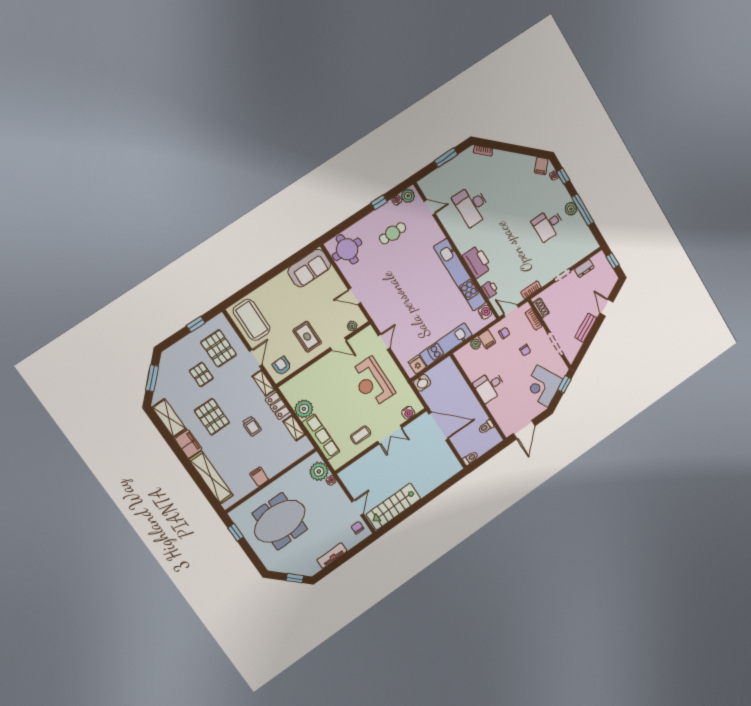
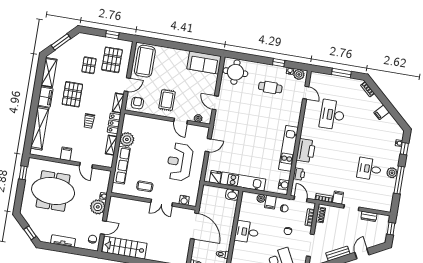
filing cabinet: (541, 166) -> (382, 112), moved
kitchen unit: (460, 275) -> (288, 148), width x0.73
filing cabinet: (543, 277) -> (338, 198), added
washbasin: (422, 383) -> (232, 195), moved
door: (288, 469) -> (86, 165), added
plant: (319, 471) -> (98, 207), moved

